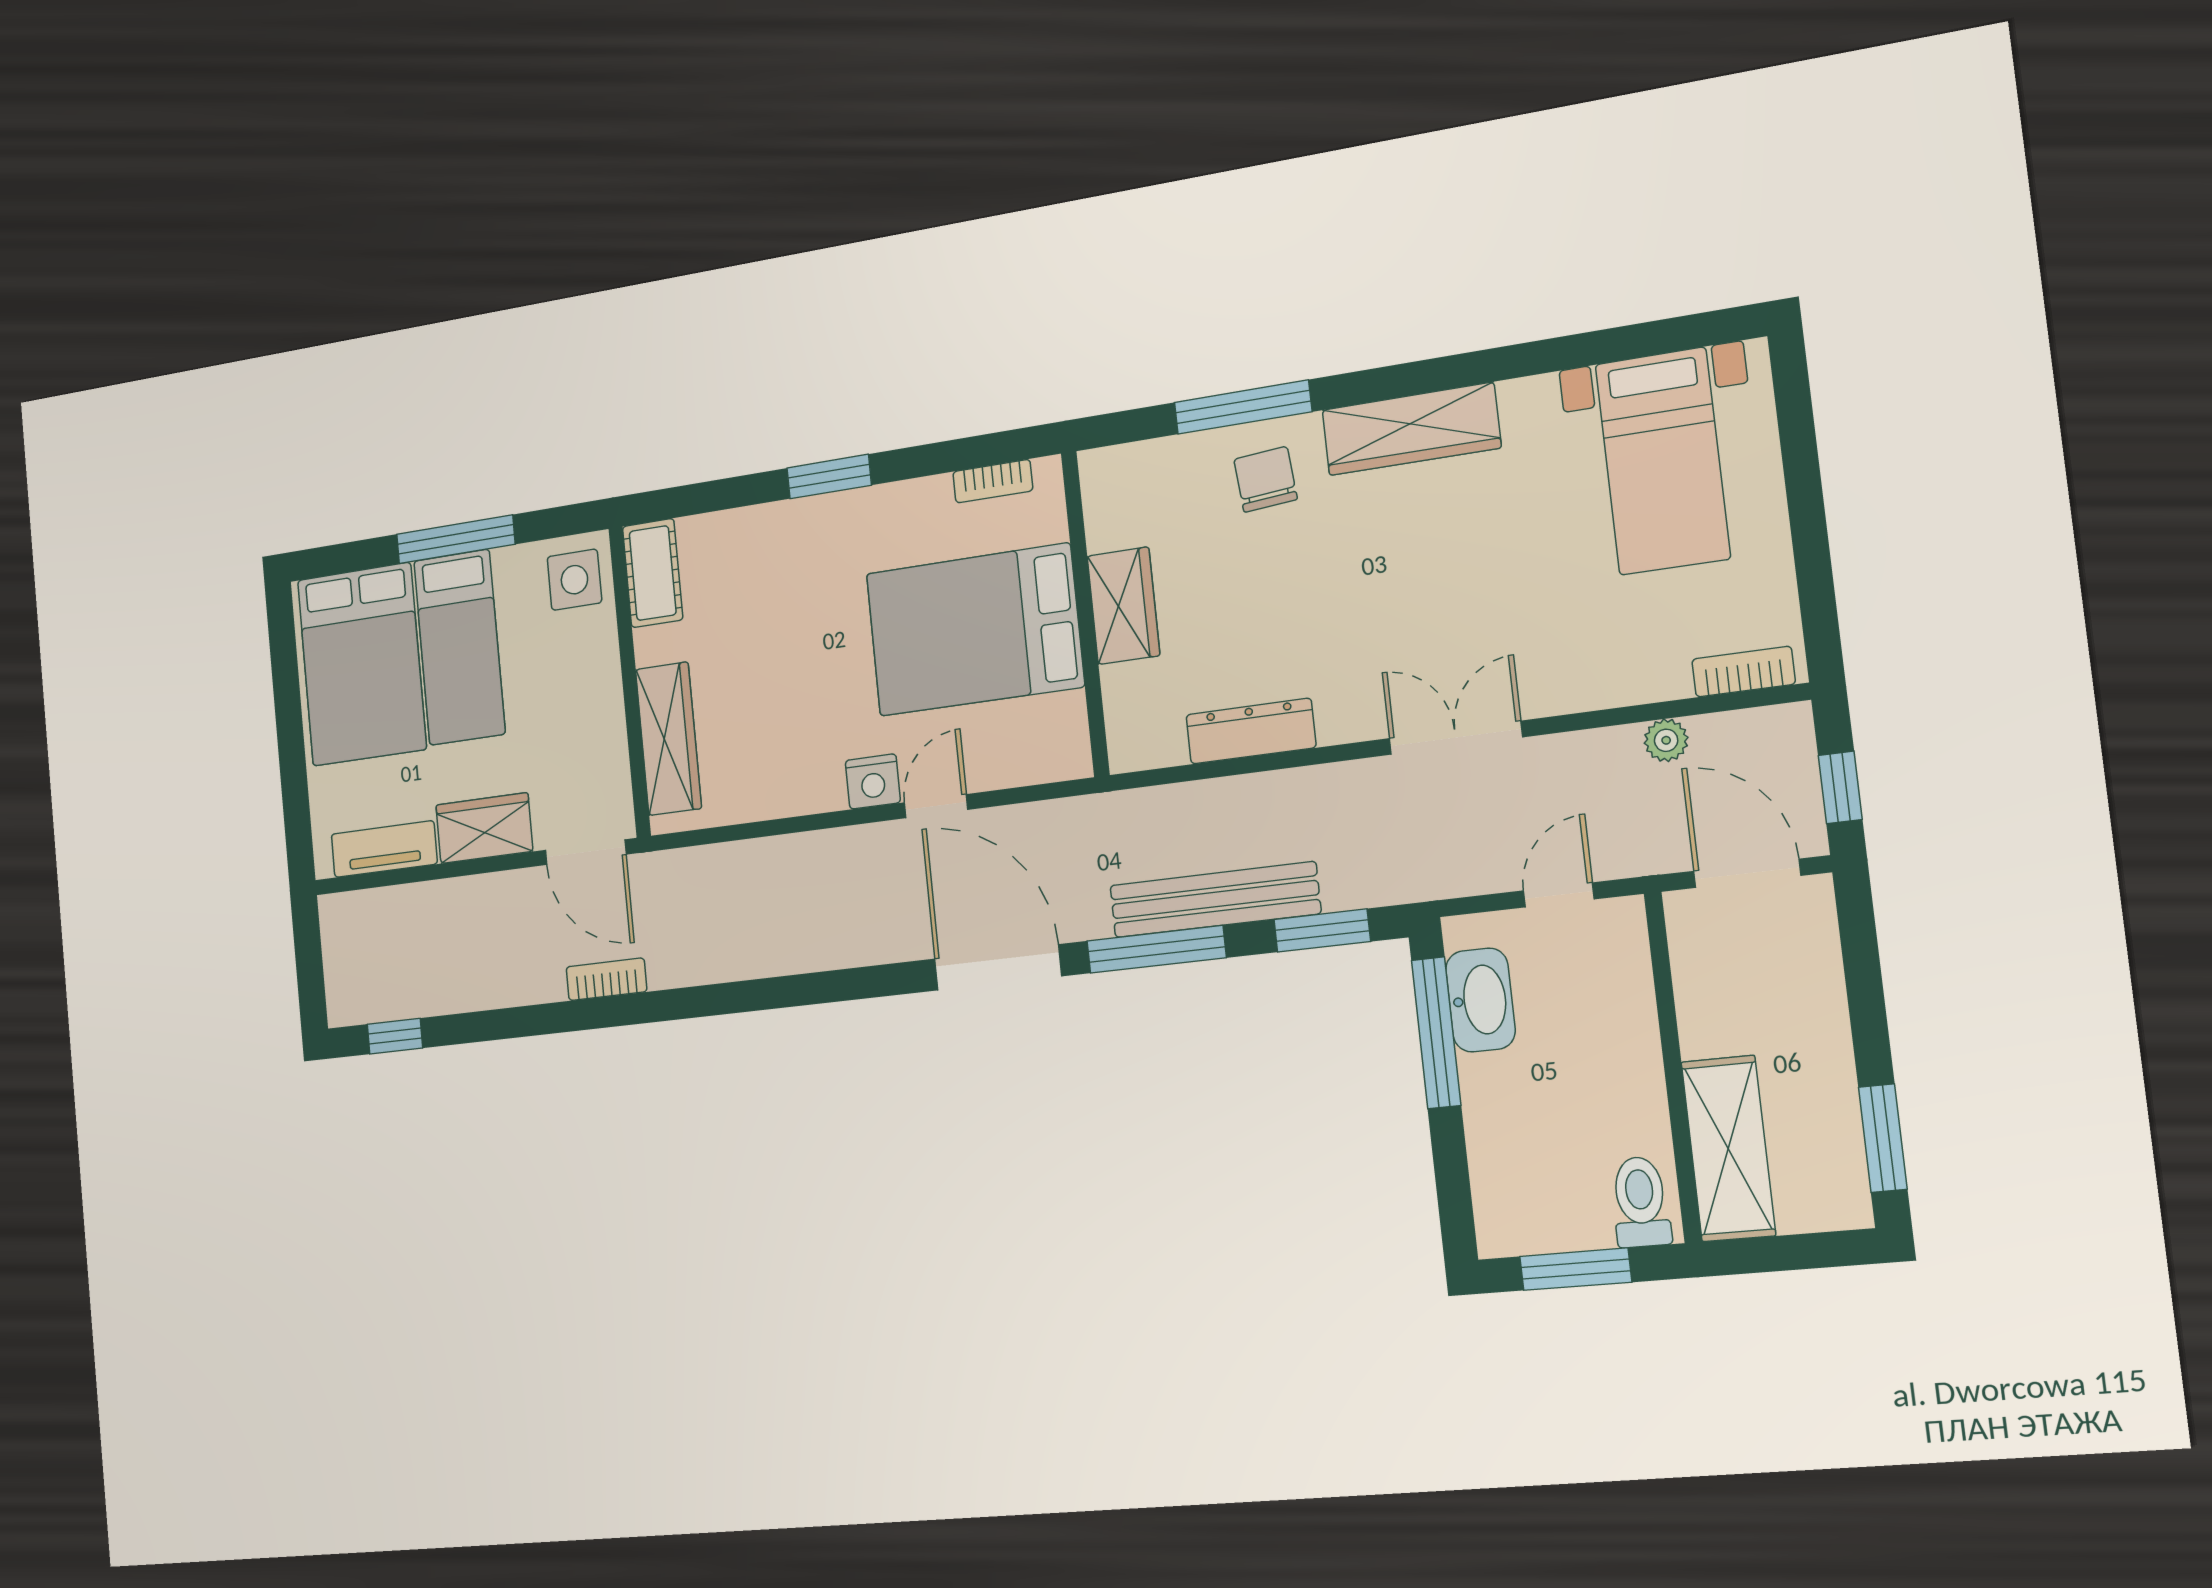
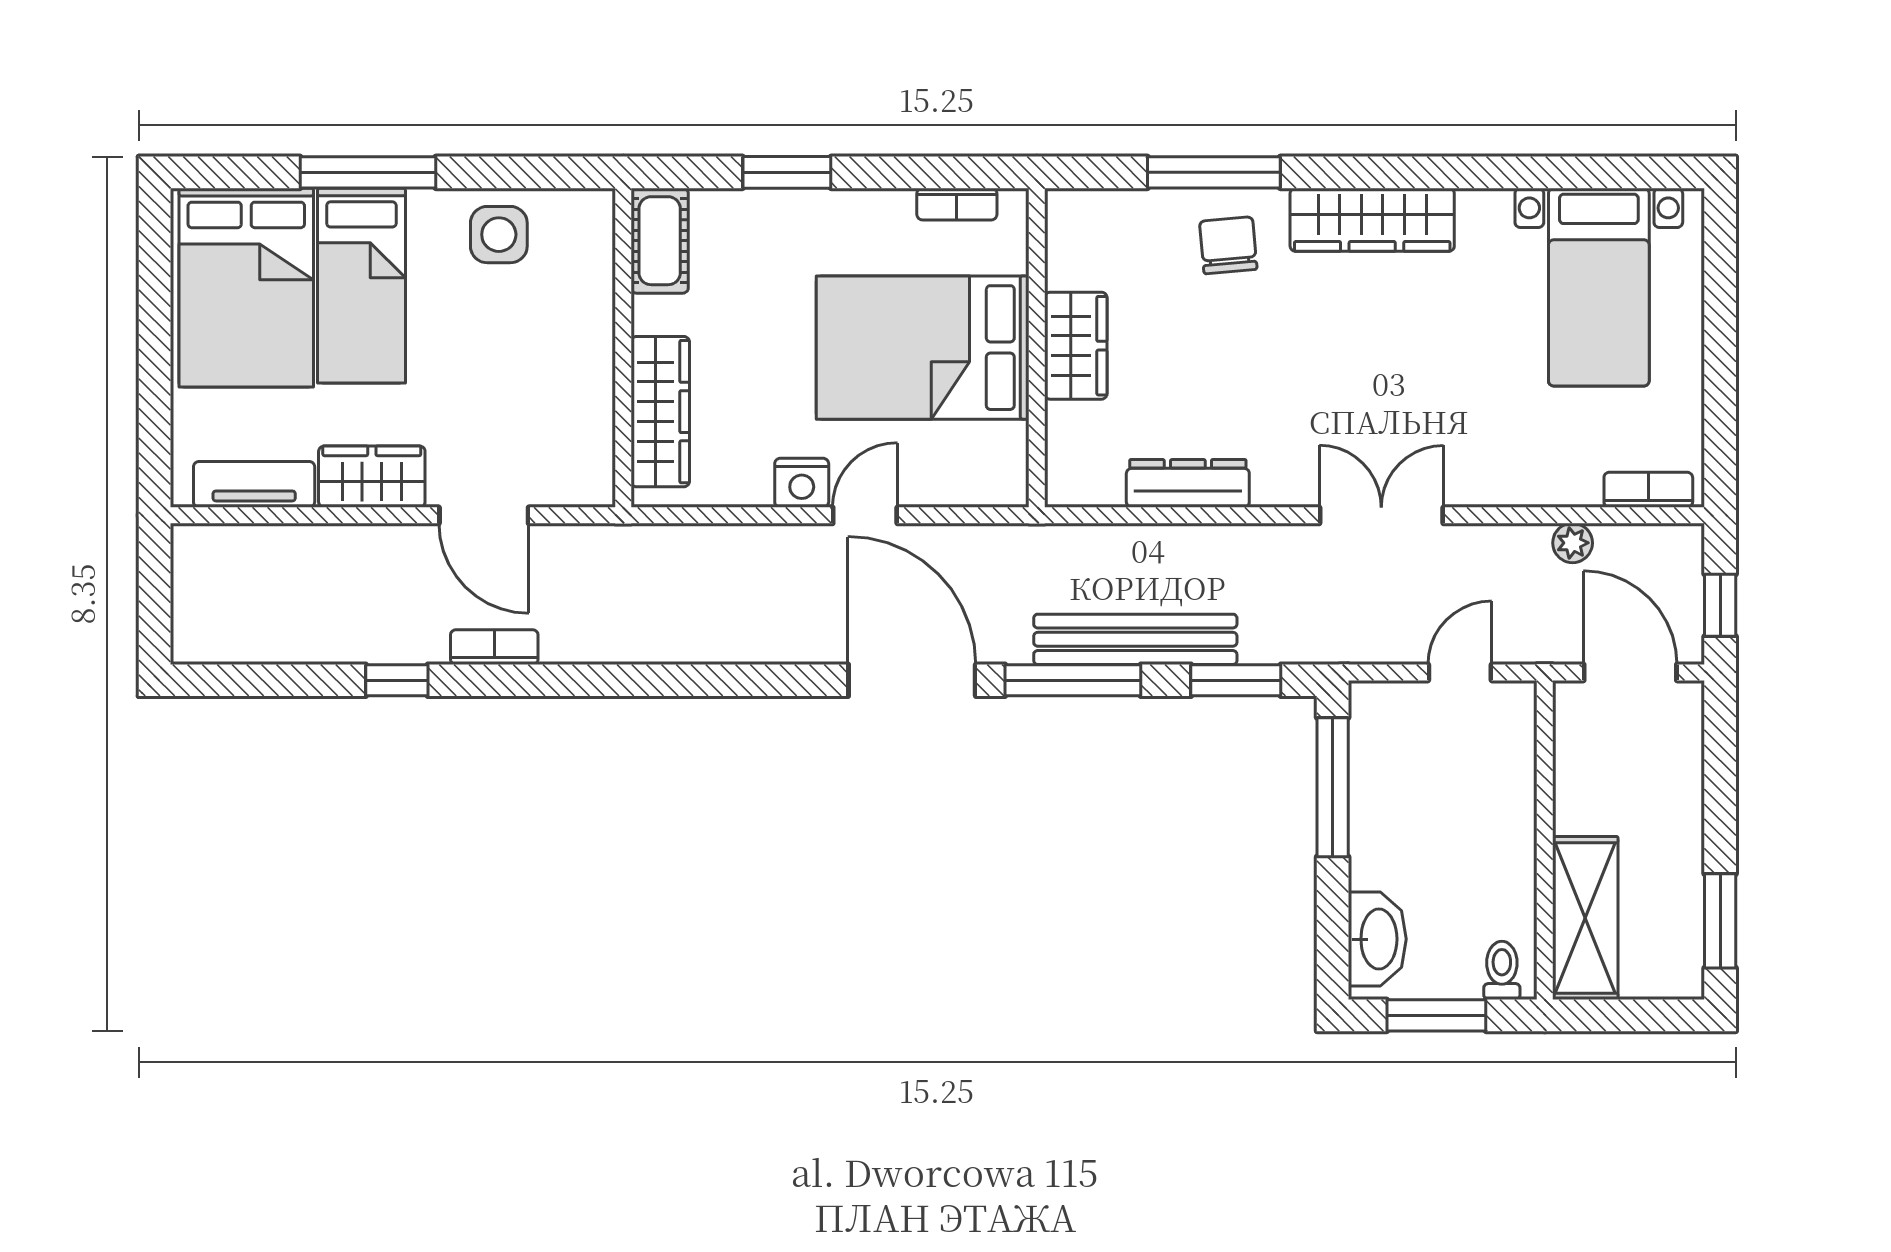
cot: (653, 573) -> (660, 241), moved
wall: (630, 682) -> (623, 348), moved
wardrobe: (668, 739) -> (660, 412), moved
washbasin: (1480, 1000) -> (1377, 939), moved
window: (395, 1036) -> (397, 680), moved
toilet: (1641, 1202) -> (1502, 970), width x0.73, depth x0.72

